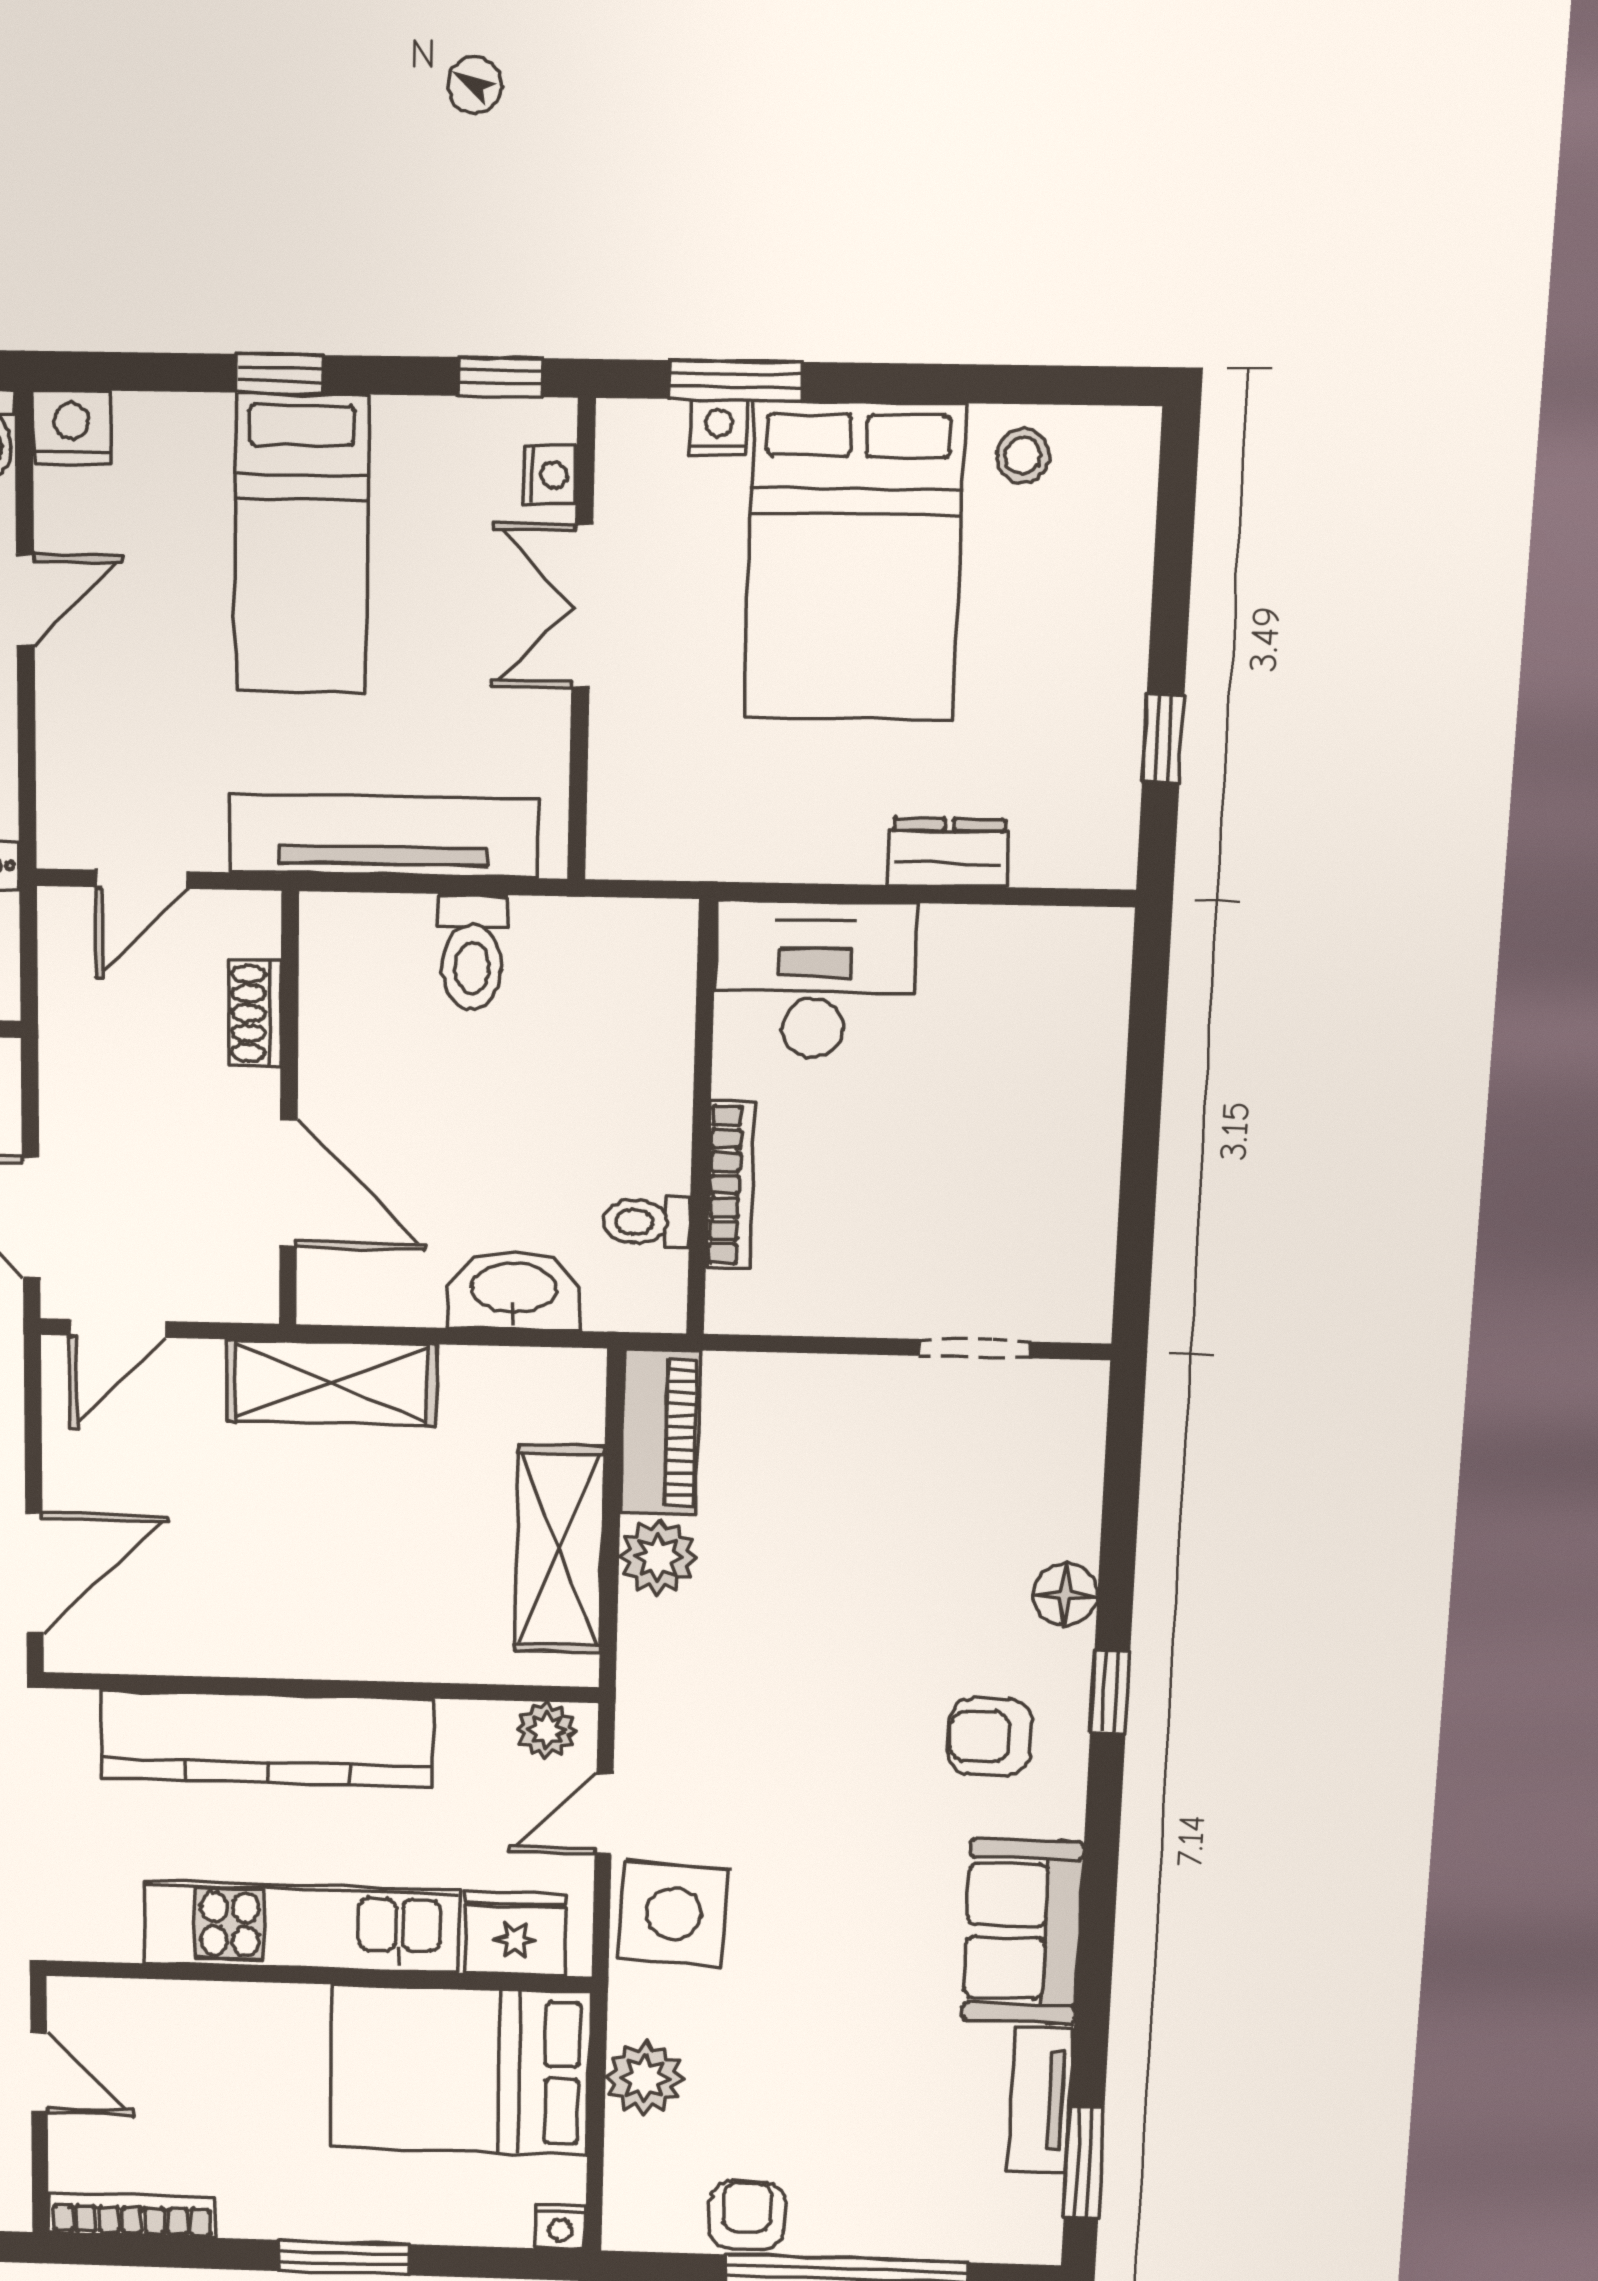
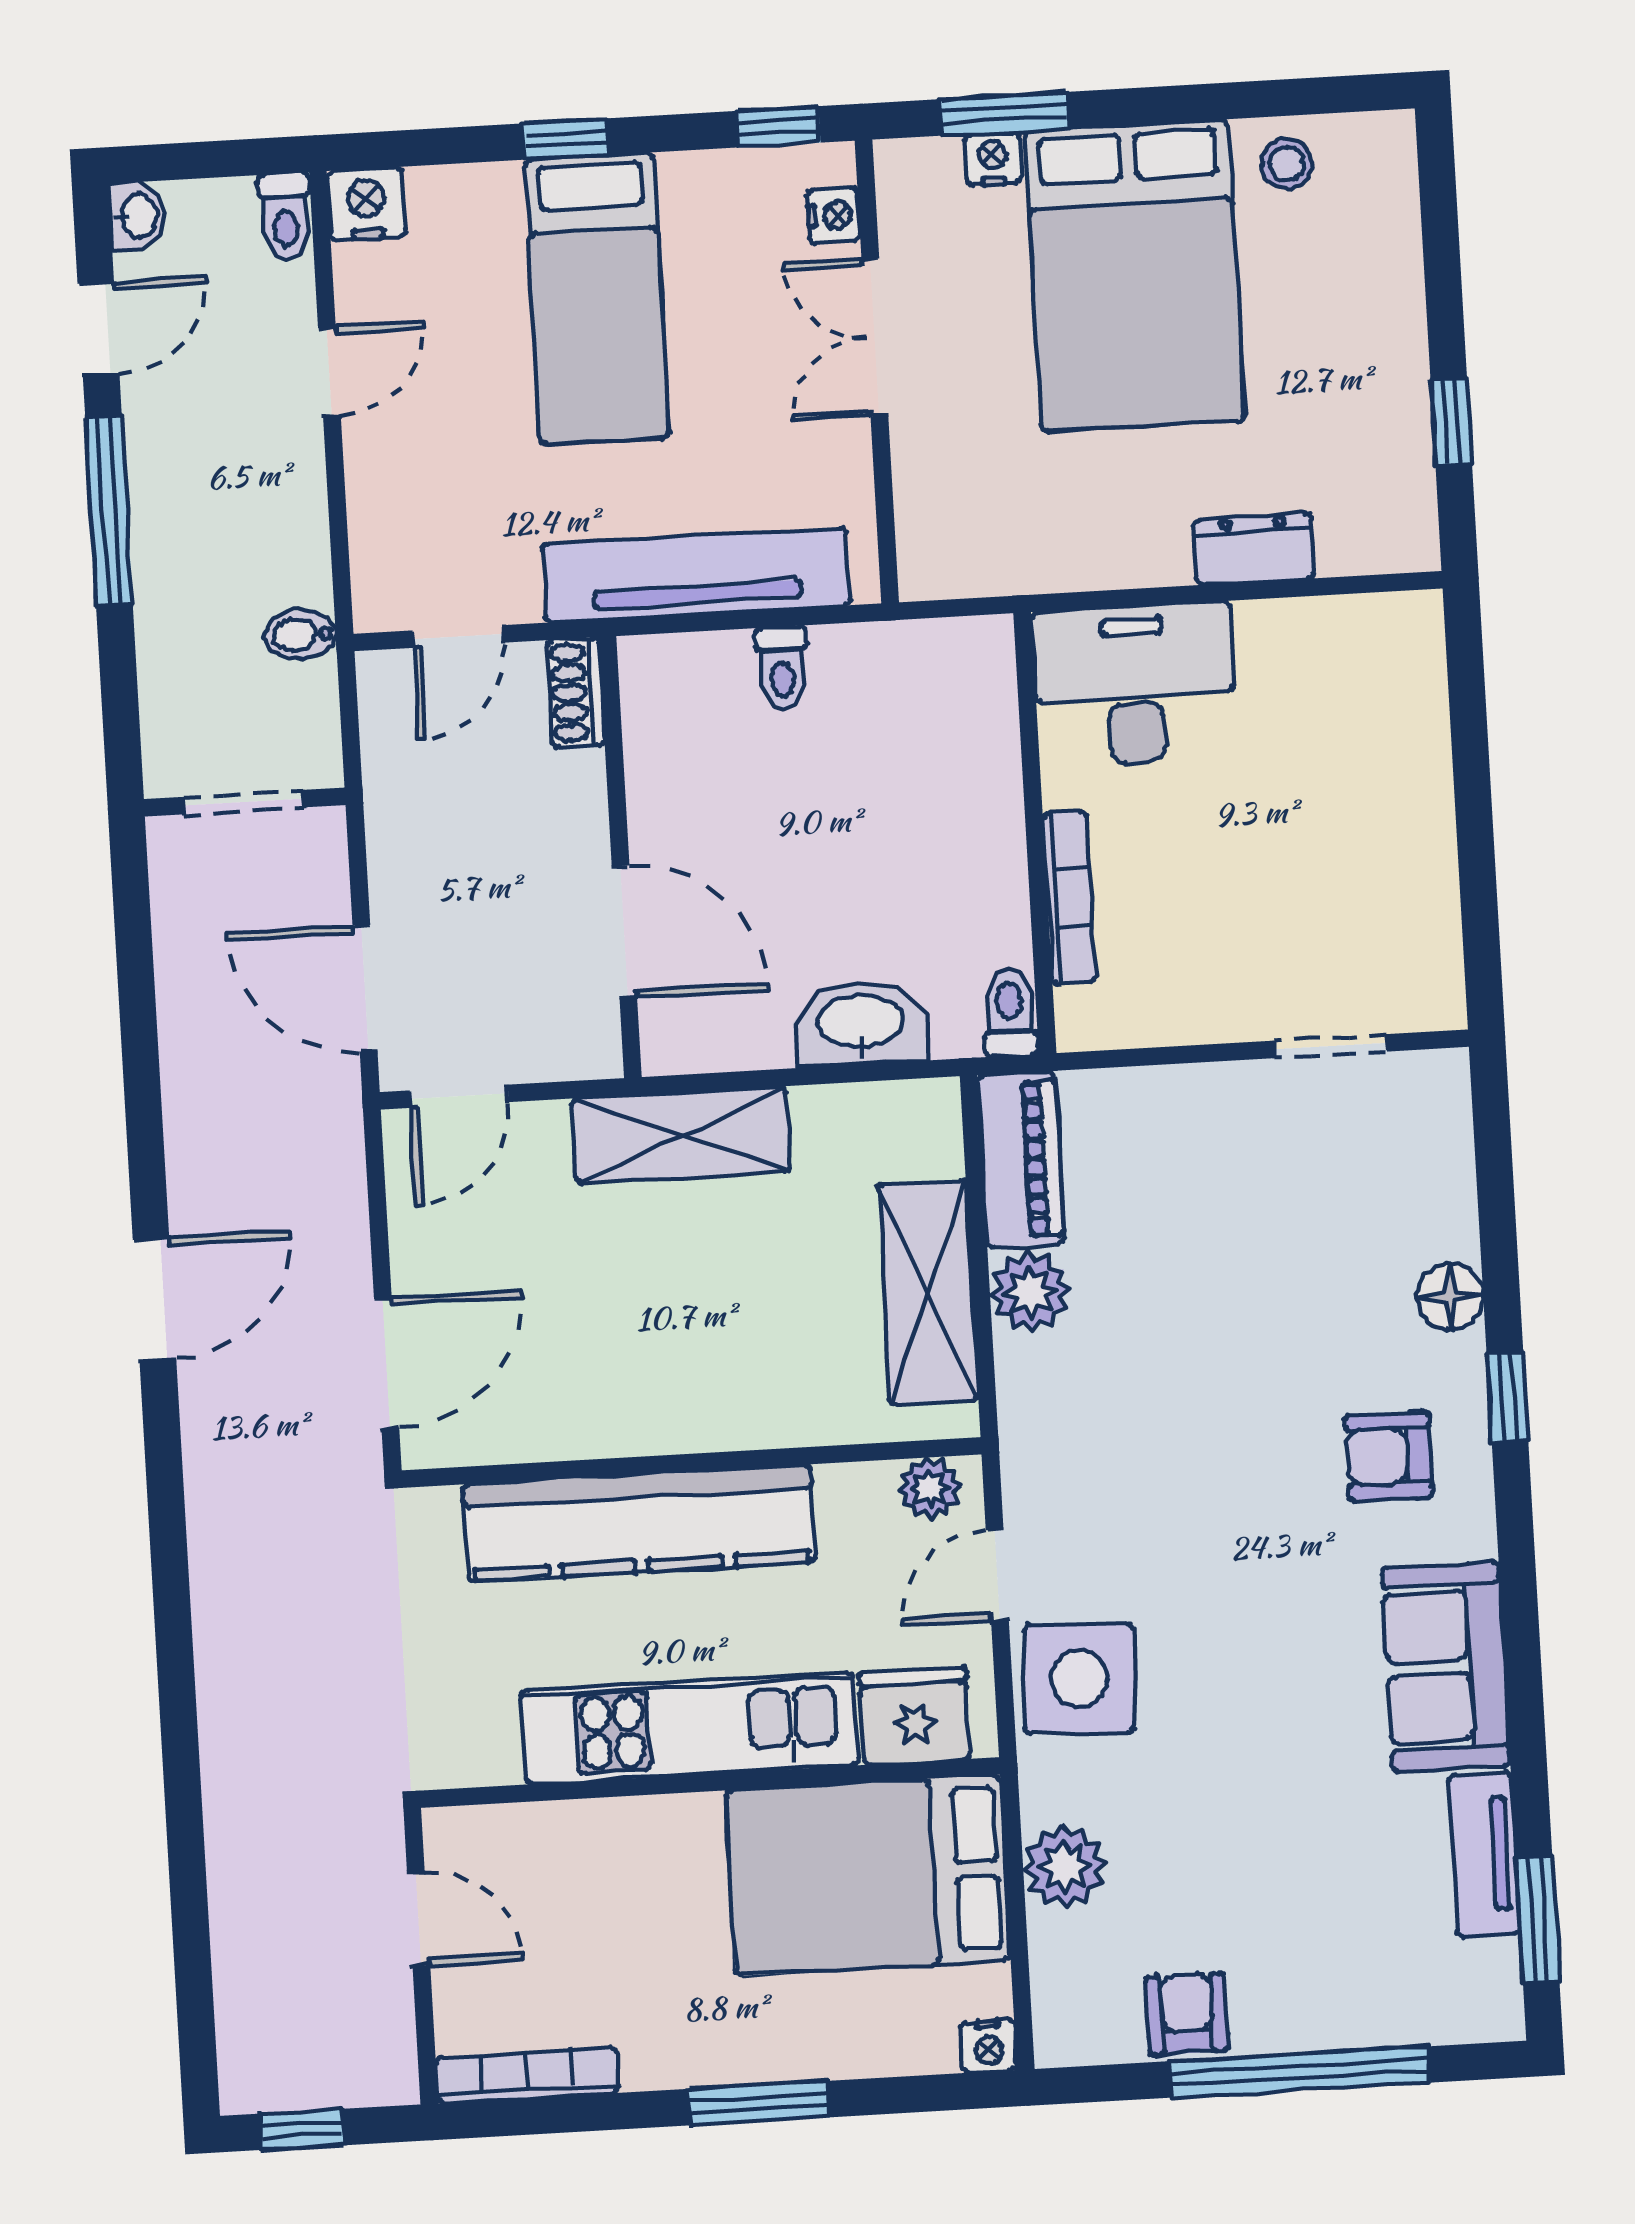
toilet: (472, 952) -> (782, 668), width x0.73, depth x0.72
shoe rack: (255, 1013) -> (576, 692), moved
toilet: (647, 1222) -> (1010, 1012), moved, turned 90

